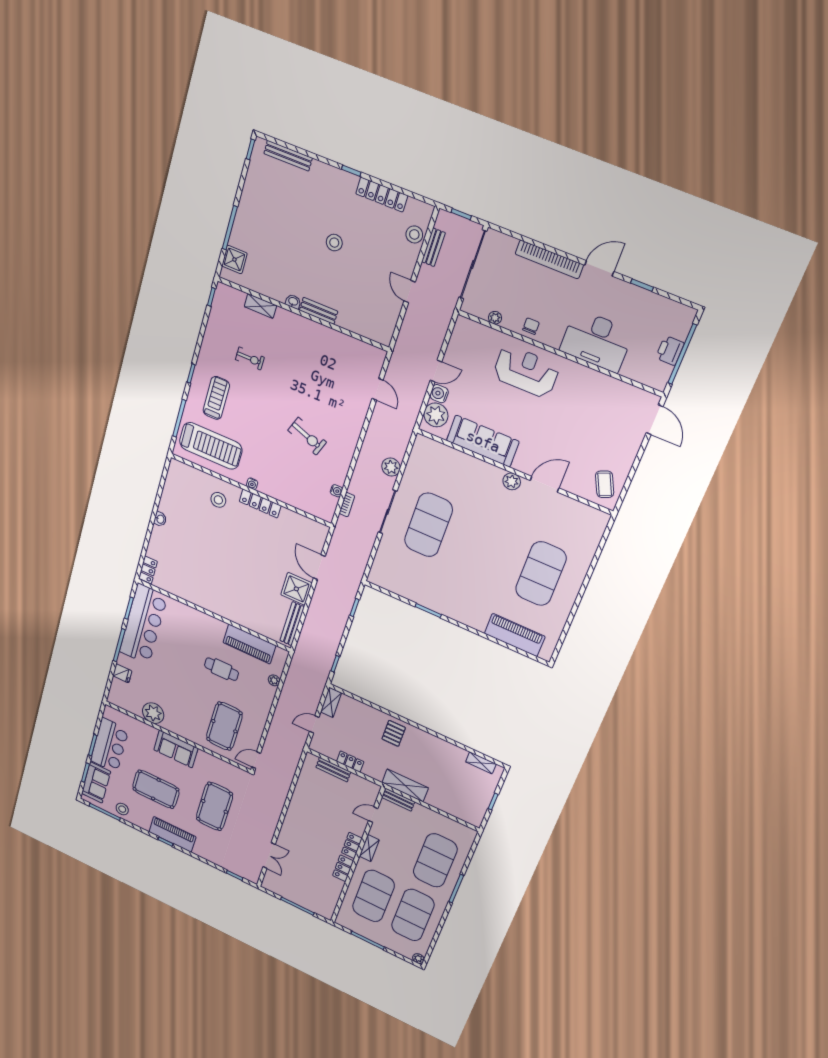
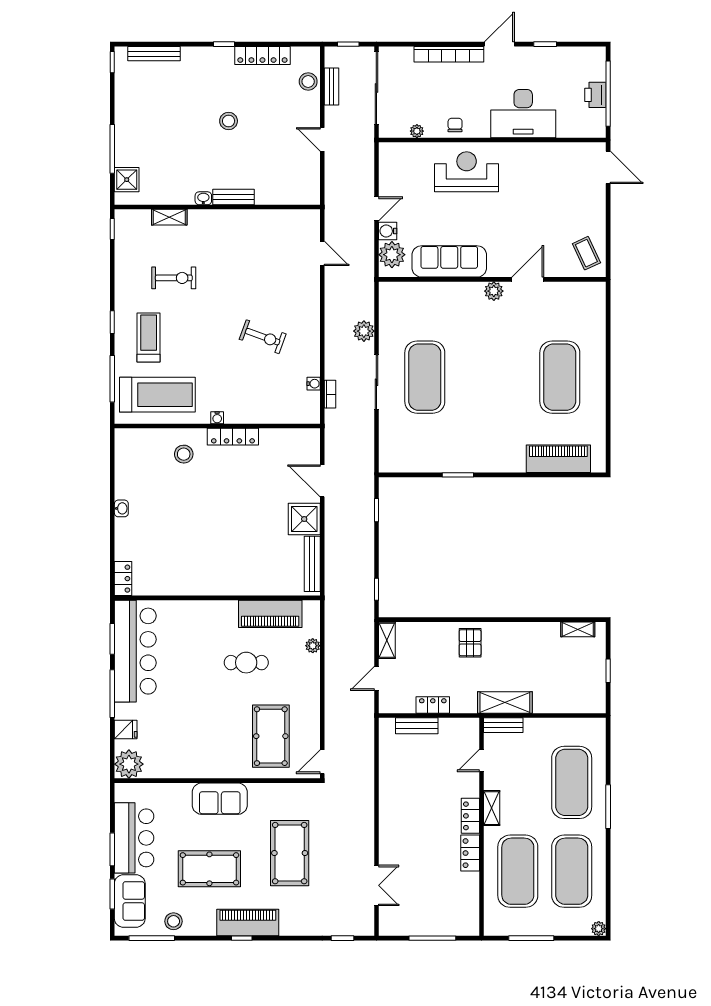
exercise bike: (250, 358) -> (174, 278), width x1.38, depth x1.39
plant: (153, 713) -> (129, 764), moved

